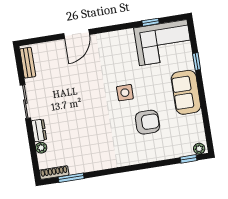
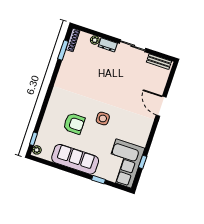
sofa: (186, 92) -> (75, 159), width x1.36
armchair: (147, 122) -> (74, 124), turned -90

